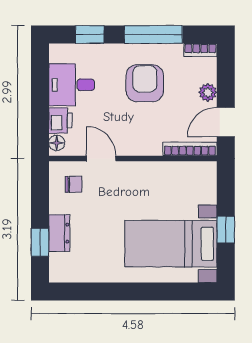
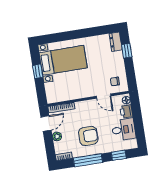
armchair: (145, 83) -> (88, 136), turned -90
dresser: (59, 233) -> (116, 42), moved

